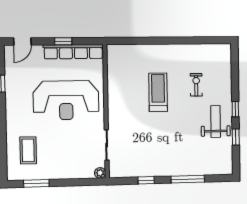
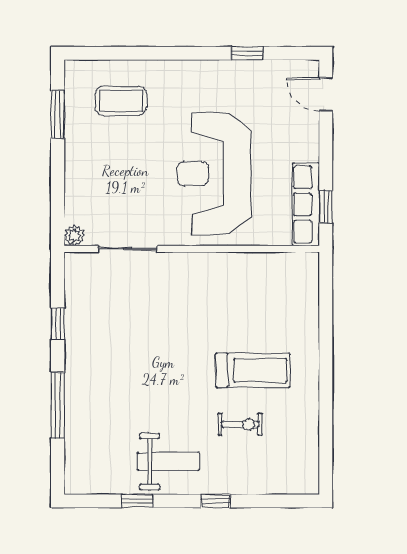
window: (63, 41) -> (326, 207), moved
row of seats: (73, 52) -> (306, 204), width x0.73
treadmill: (158, 92) -> (253, 370), moved
window: (235, 109) -> (215, 501), moved

